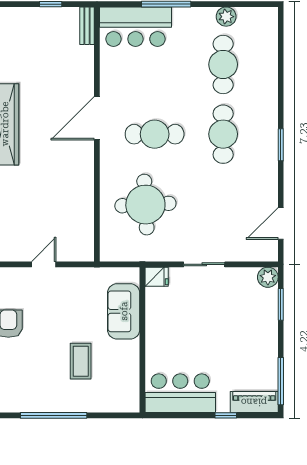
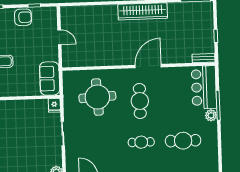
plant: (226, 17) -> (211, 115), moved
door: (97, 118) -> (148, 66), hinge flipped
cafe table: (223, 134) -> (141, 142), width x0.73, depth x0.74
sofa: (124, 311) -> (50, 79), moved, turned -90

